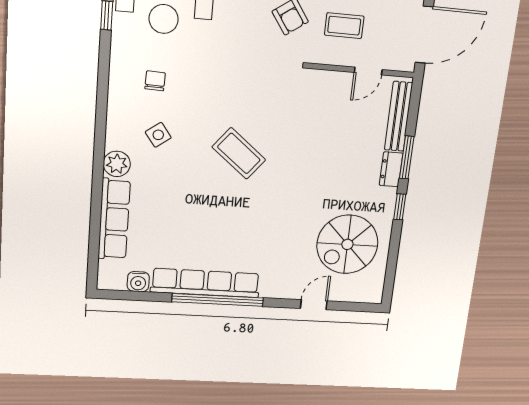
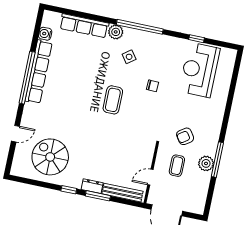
door: (368, 71) -> (150, 177), hinge flipped
chair: (155, 81) -> (152, 86), moved
window: (101, 123) -> (140, 27), added
coffee table: (239, 153) -> (113, 100), turned -39
door: (314, 305) -> (15, 134), hinge flipped

